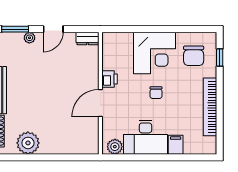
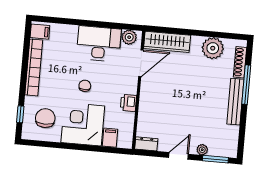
filing cabinet: (125, 42) -> (110, 138), added
door: (100, 103) -> (141, 63), moved
wardrobe: (75, 145) -> (167, 42), added
filing cabinet: (176, 145) -> (40, 32), moved, turned -90

